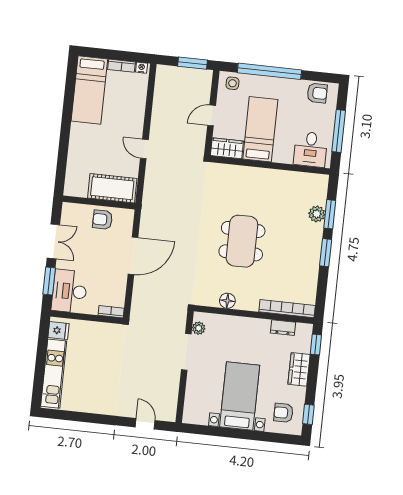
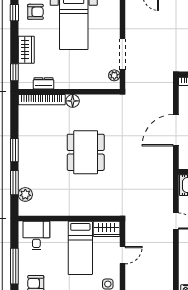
window: (339, 131) -> (14, 266), moved
plant: (317, 214) -> (25, 194), moved
floor lamp: (227, 301) -> (73, 101), moved

